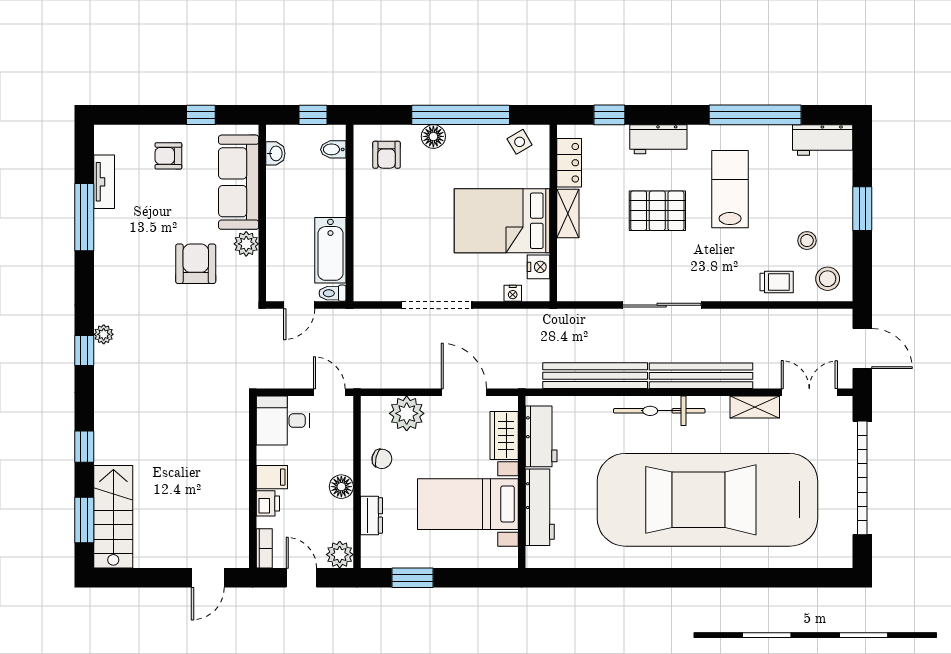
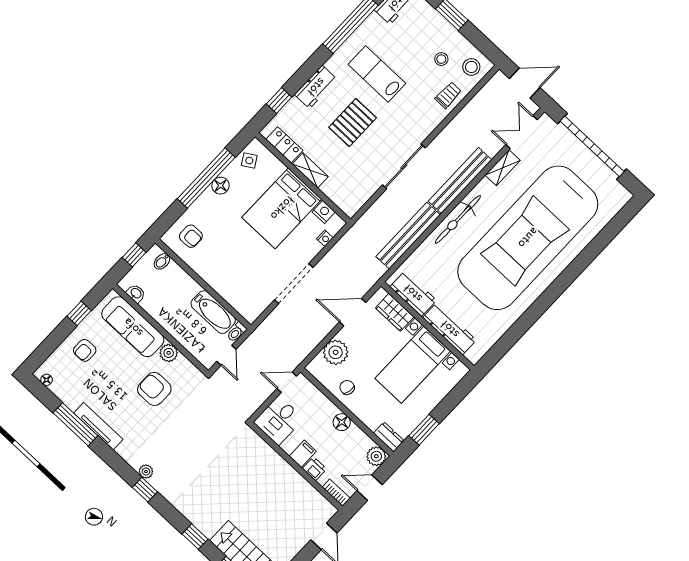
floor lamp: (433, 136) -> (220, 186), moved
floor lamp: (102, 145) -> (46, 380), added
tv unit: (104, 182) -> (98, 426), moved, width x1.41
chair: (382, 459) -> (347, 387), turned -92
dresser: (371, 515) -> (389, 437), moved

